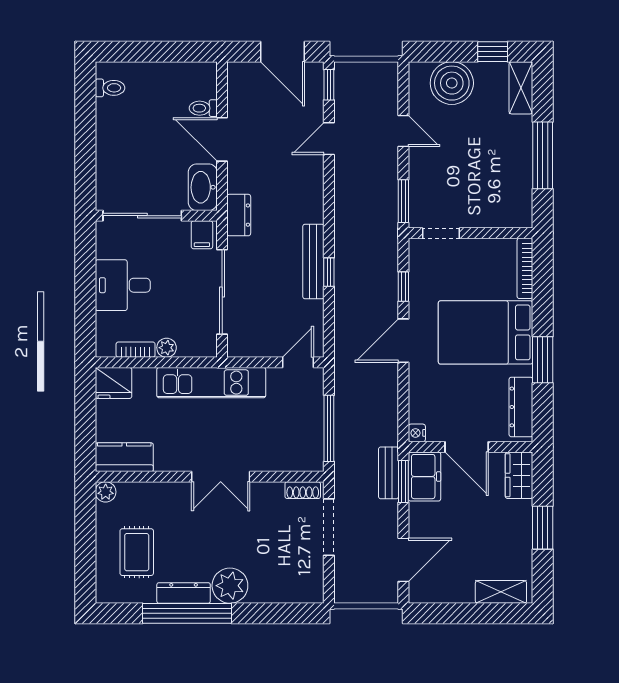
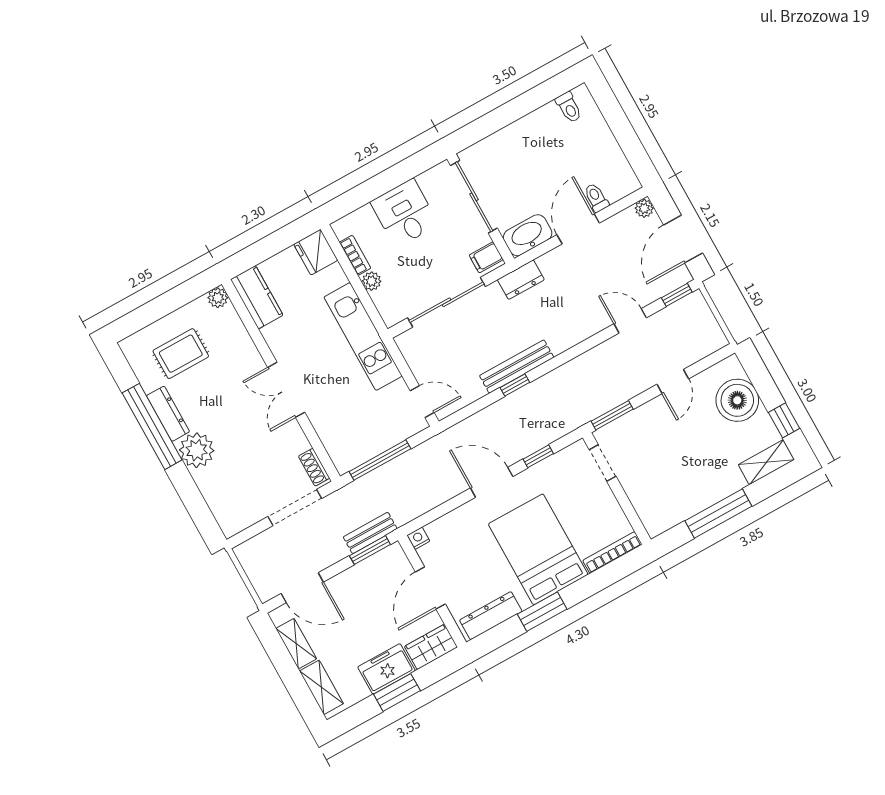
plant: (236, 71) -> (644, 208), added
freezer: (424, 477) -> (386, 669), moved, turned 180
shelving: (450, 593) -> (296, 644), added

